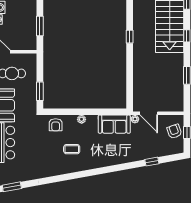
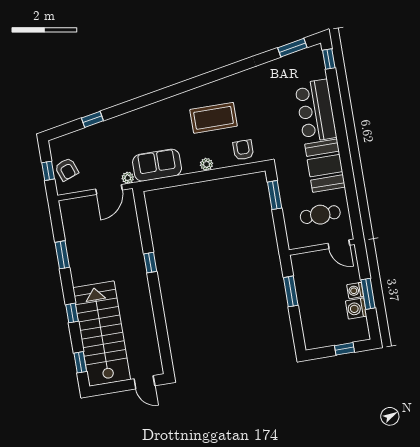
window: (130, 37) -> (150, 263), moved
door: (149, 113) -> (109, 190), swing flipped
coffee table: (72, 149) -> (214, 118), width x1.86, depth x1.72

